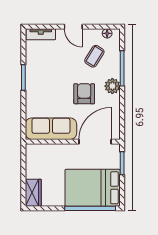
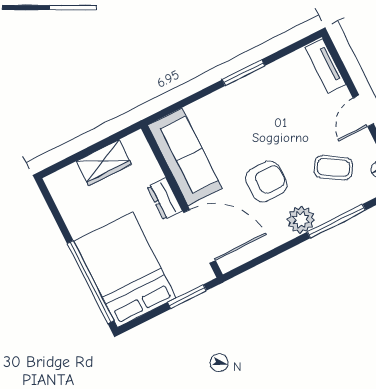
dresser: (67, 150) -> (165, 199), added
wardrobe: (33, 193) -> (104, 163), moved

